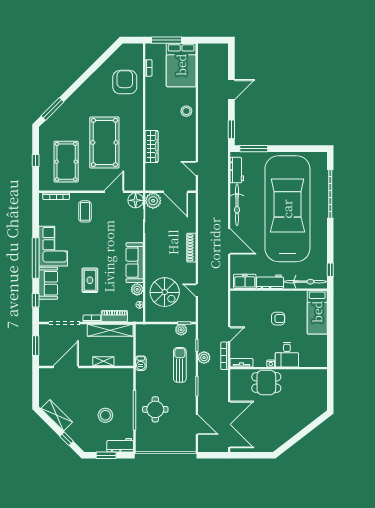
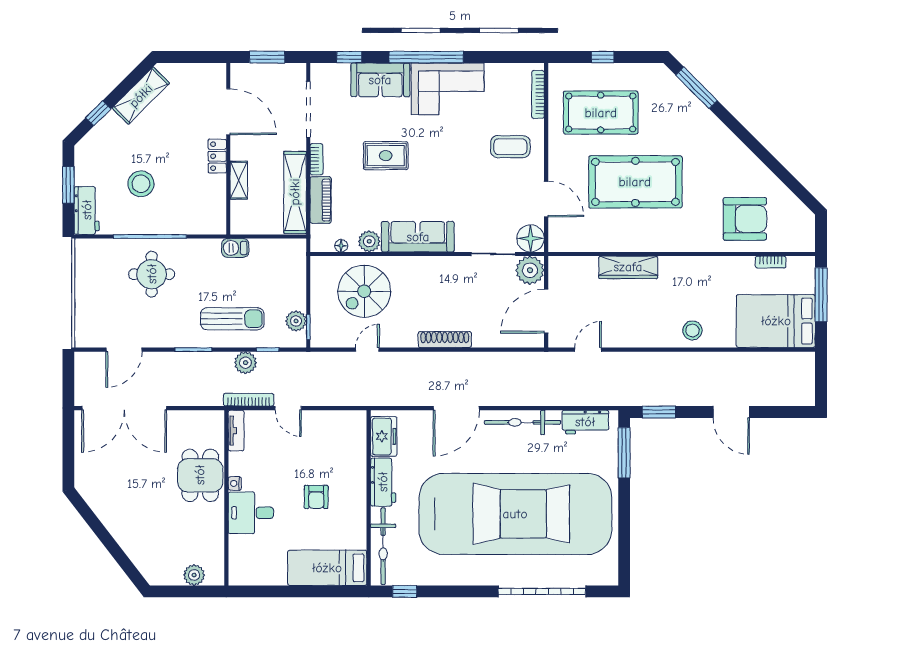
locker: (90, 373) -> (217, 156), added
plant: (321, 386) -> (194, 575), added

